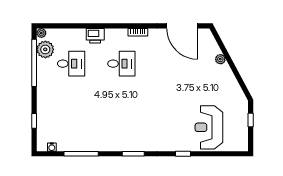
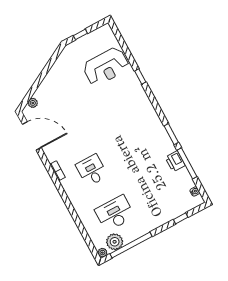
door: (182, 26) -> (32, 136), hinge flipped
printer: (95, 36) -> (175, 161), moved, turned 180
plant: (220, 59) -> (33, 103), moved
desk: (71, 64) -> (115, 213), width x1.37
window: (133, 154) -> (171, 134), moved

